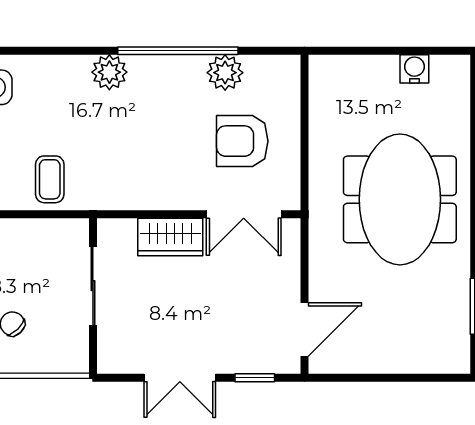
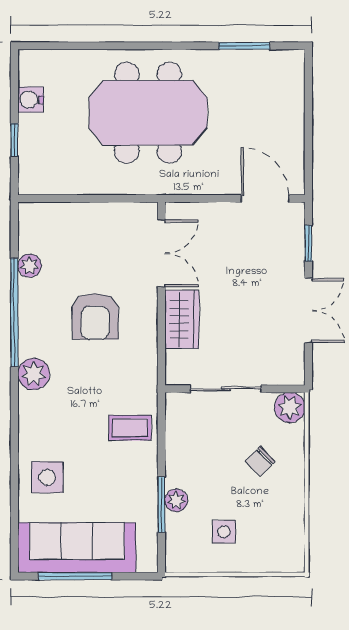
window: (370, 51) -> (14, 140), added
plant: (225, 73) -> (30, 266), width x0.73, depth x0.73
armchair: (242, 141) -> (95, 316), moved
plant: (72, 357) -> (290, 407), added

